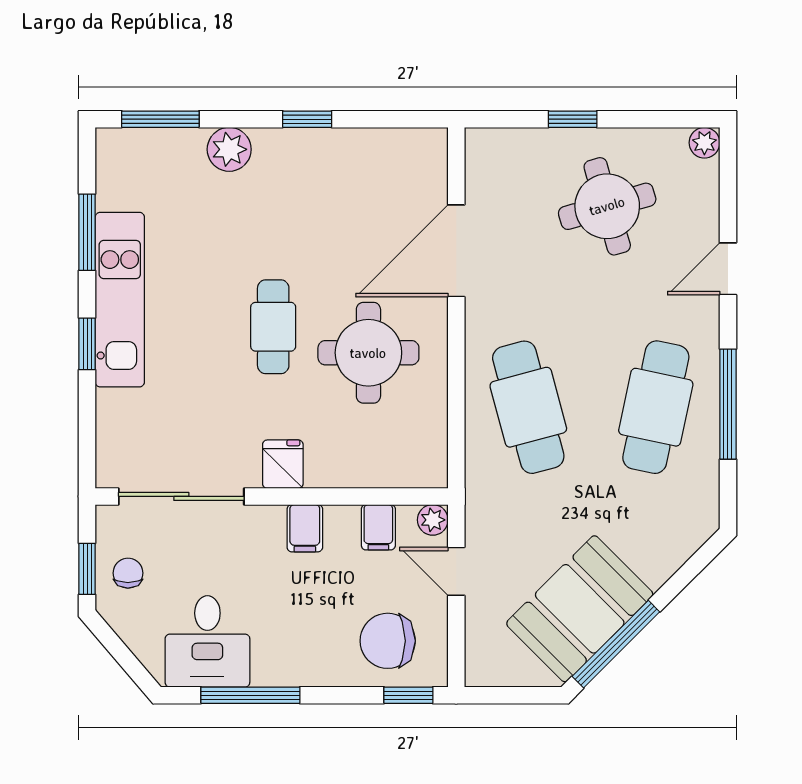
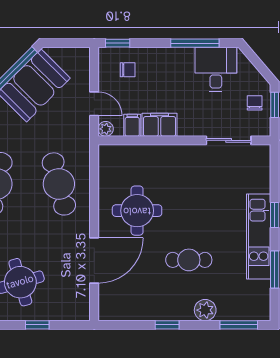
cafe table: (273, 327) -> (189, 260), moved, turned 90
fridge: (283, 464) -> (179, 156), removed
sliding door: (181, 496) -> (229, 140), width x0.73
filing cabinet: (305, 528) -> (160, 125), width x2.00
chair: (128, 573) -> (255, 103), turned 180
chair: (388, 641) -> (128, 70), width x0.54, depth x0.54

